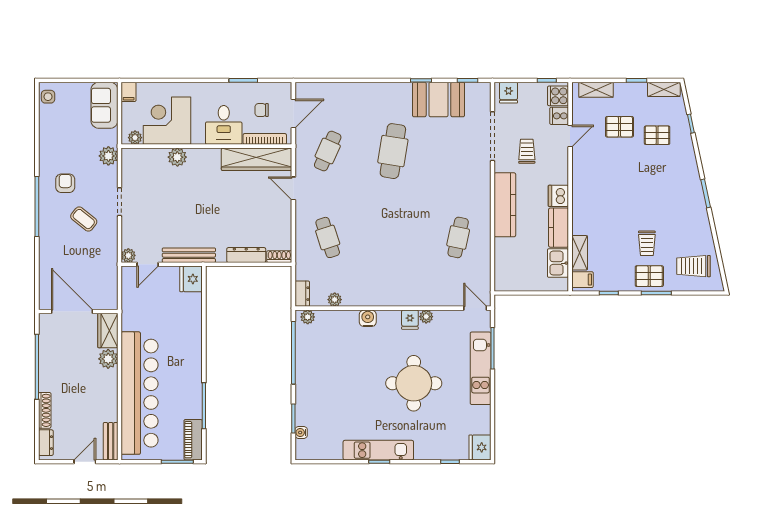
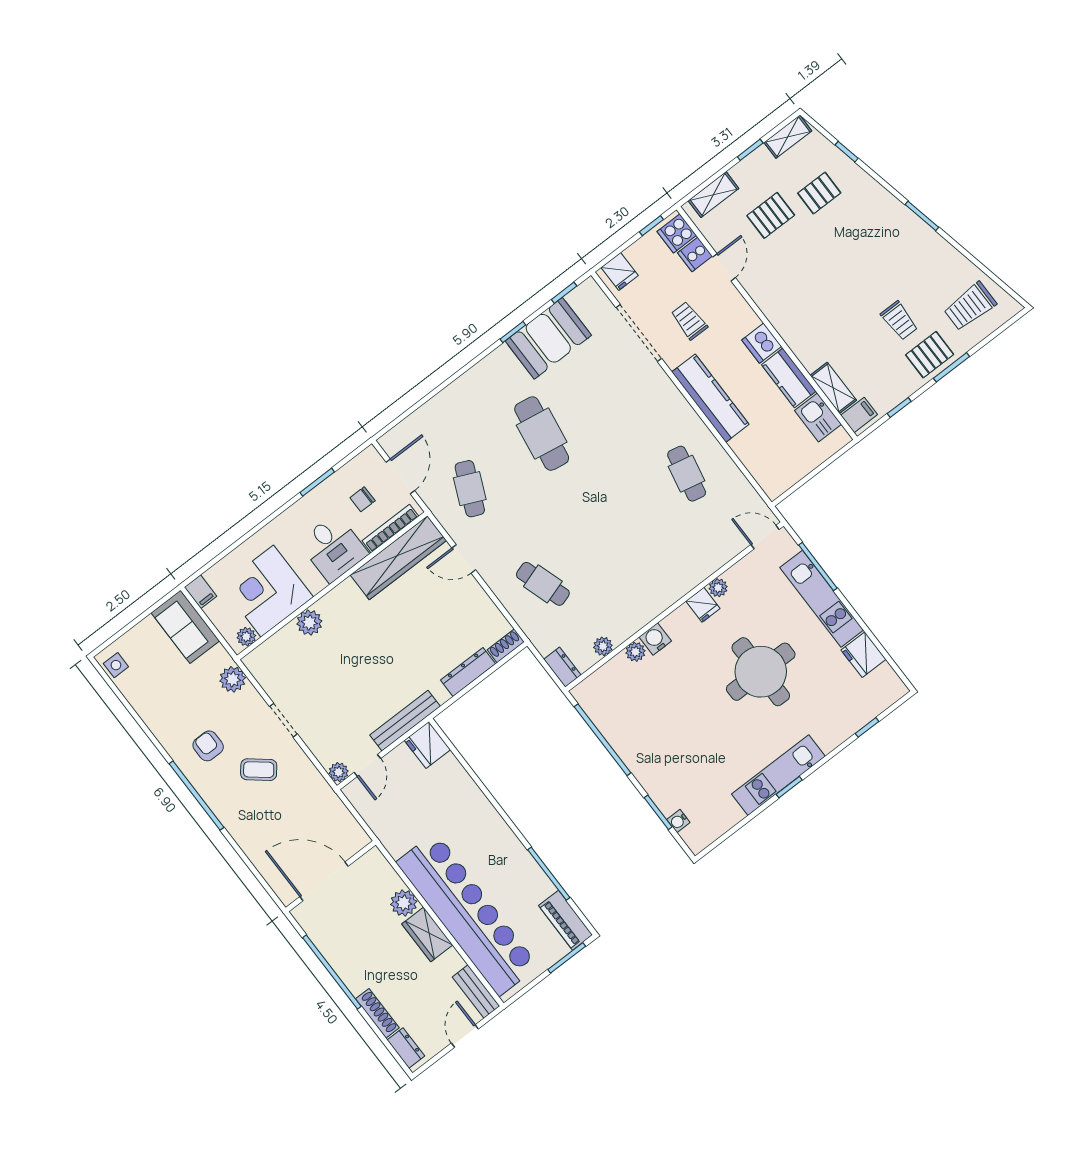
plant: (308, 317) -> (635, 652), moved
wardrobe: (108, 331) -> (427, 934), moved
fridge: (480, 447) -> (864, 655), moved

